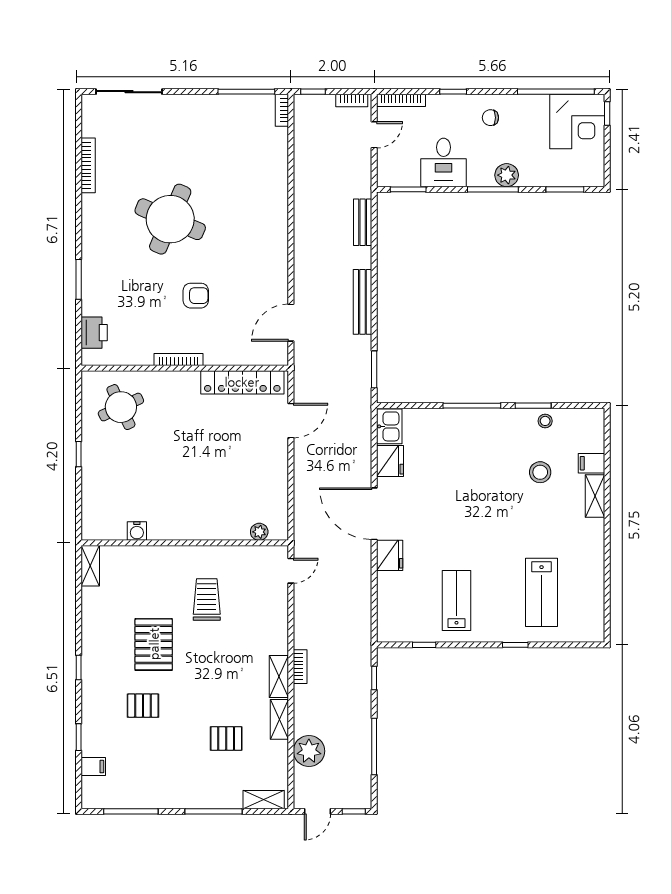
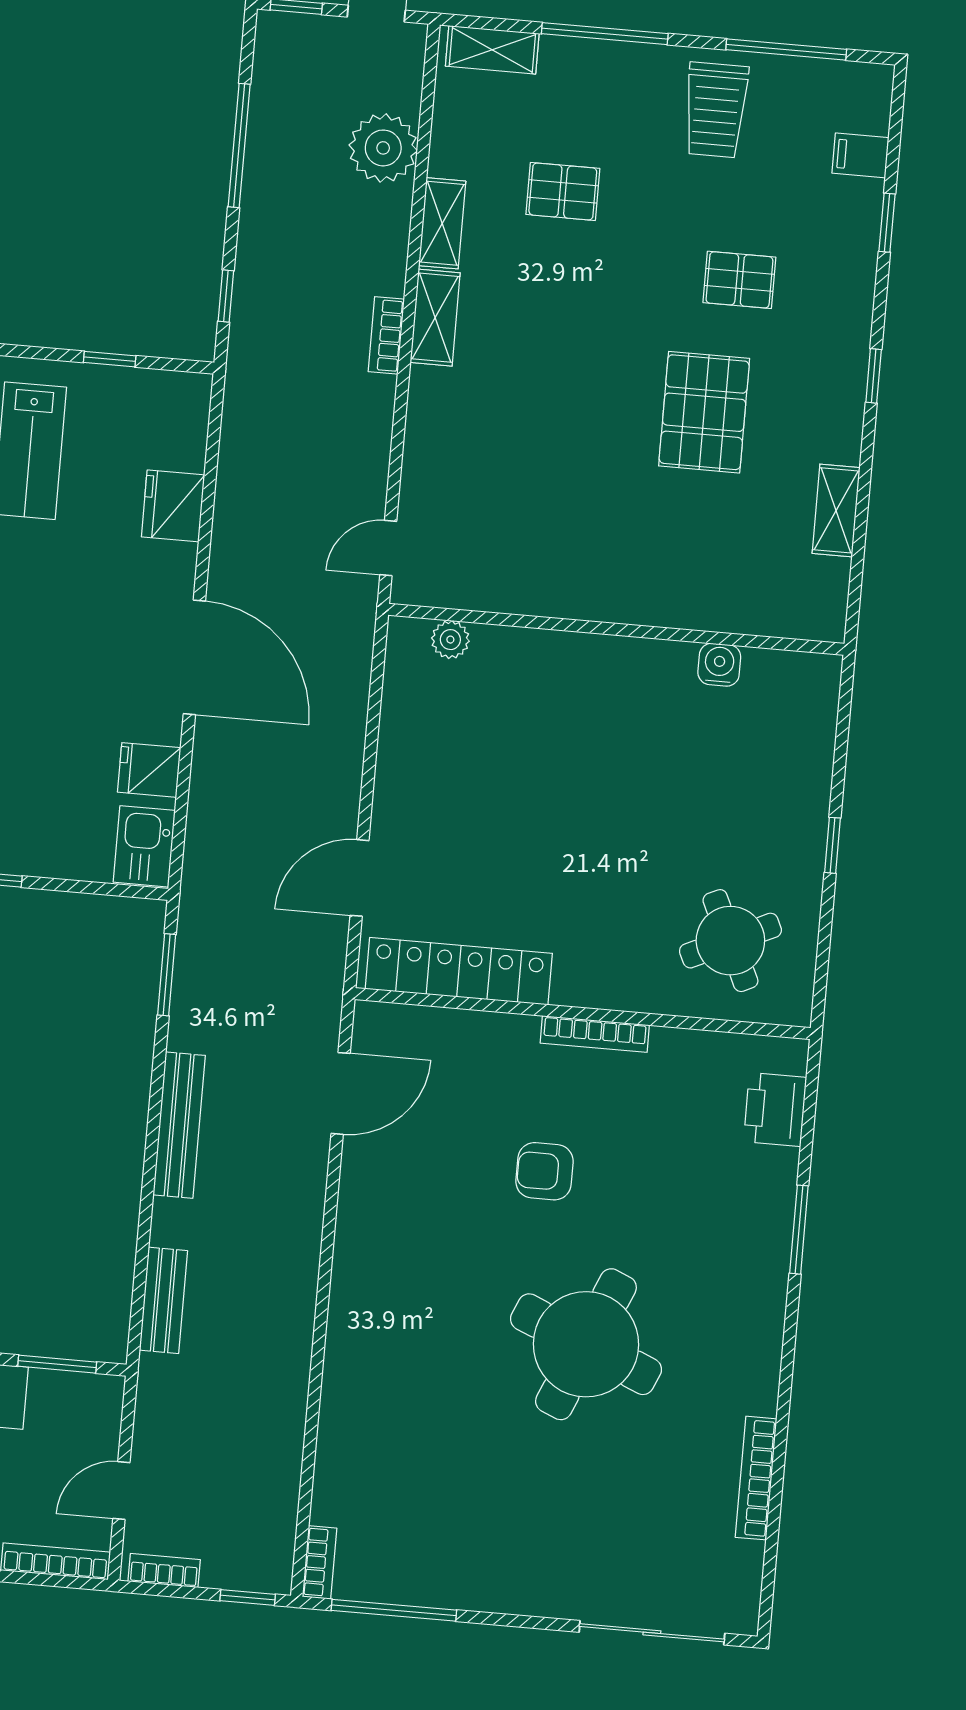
fridge: (390, 461) -> (149, 770), width x0.72
fridge: (390, 555) -> (173, 506), moved
shelving: (90, 566) -> (836, 510), moved
trolley: (207, 600) -> (716, 110), moved

